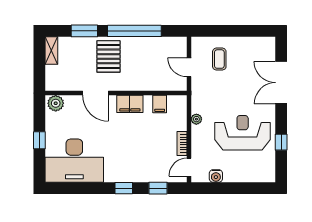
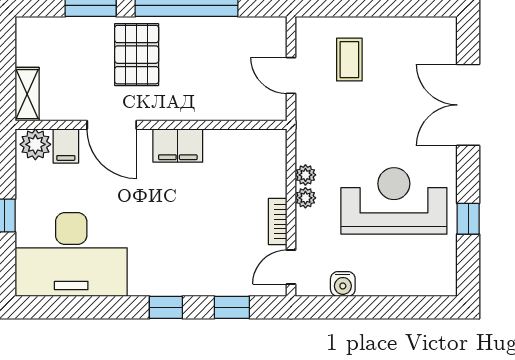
shelving: (51, 50) -> (27, 94), moved
filing cabinet: (160, 104) -> (66, 146), moved
plant: (196, 131) -> (305, 198), added

